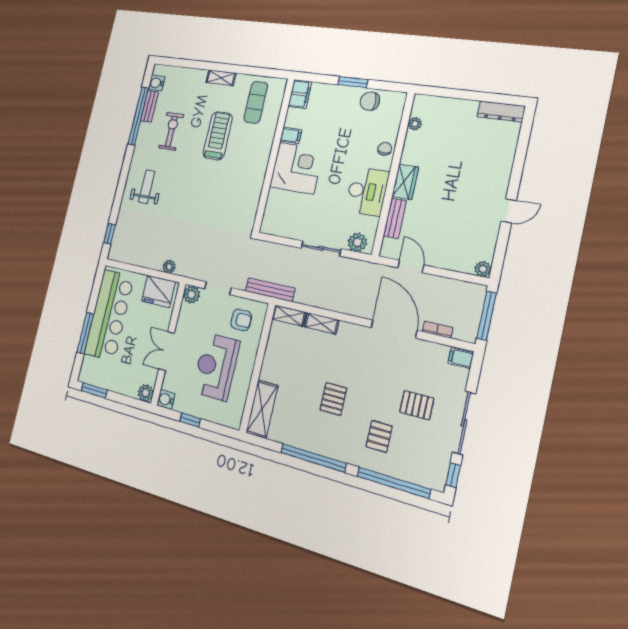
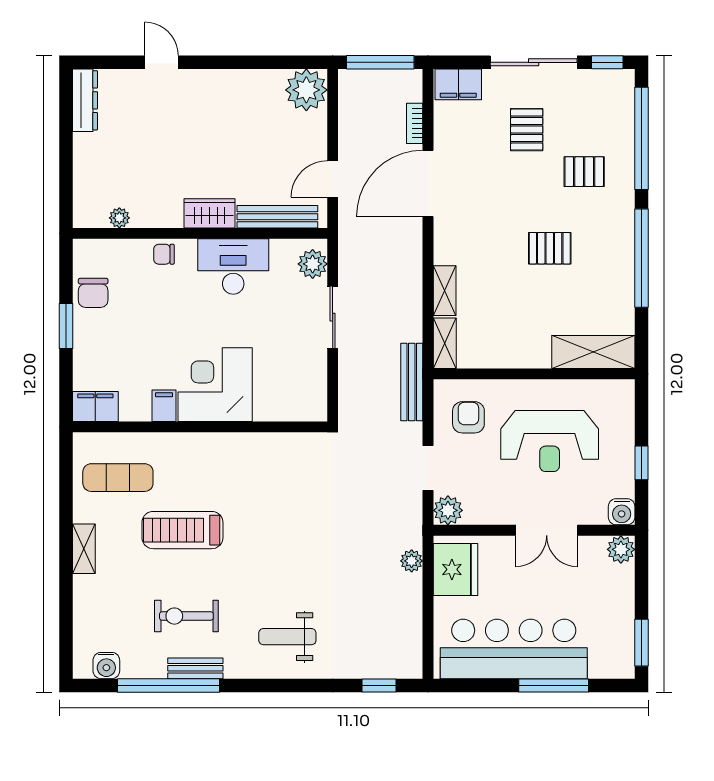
bench: (149, 106) -> (195, 668), moved
door: (509, 211) -> (161, 62), moved
bench: (395, 218) -> (277, 217), width x1.36
plant: (483, 269) -> (306, 90), width x1.87, depth x1.87
filing cabinet: (461, 358) -> (458, 84), width x2.00

